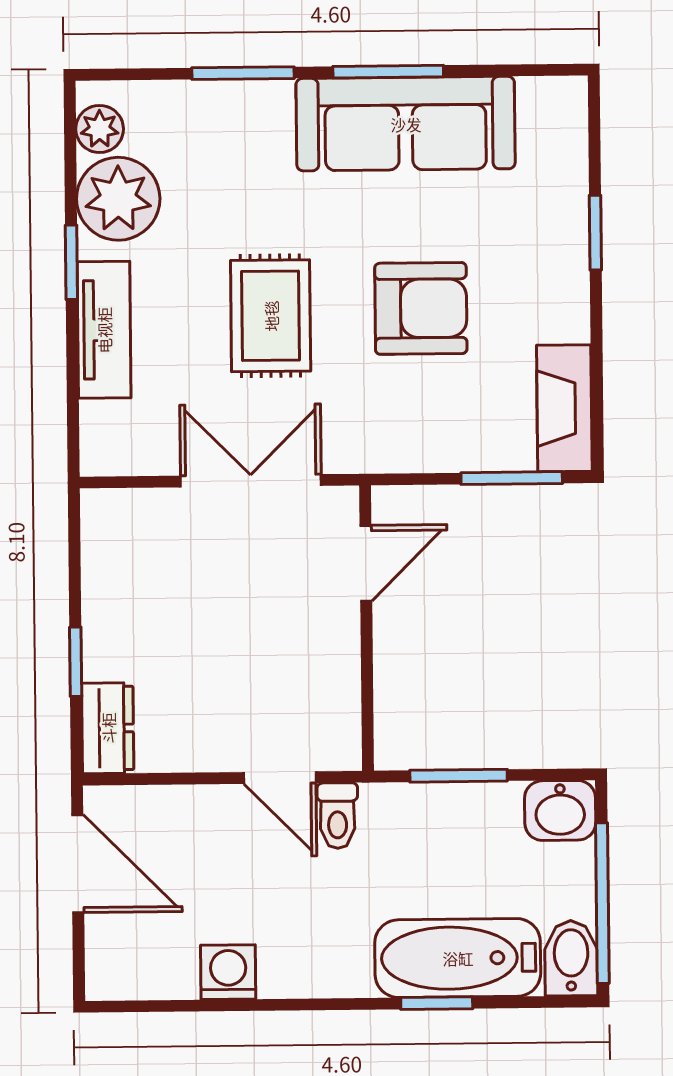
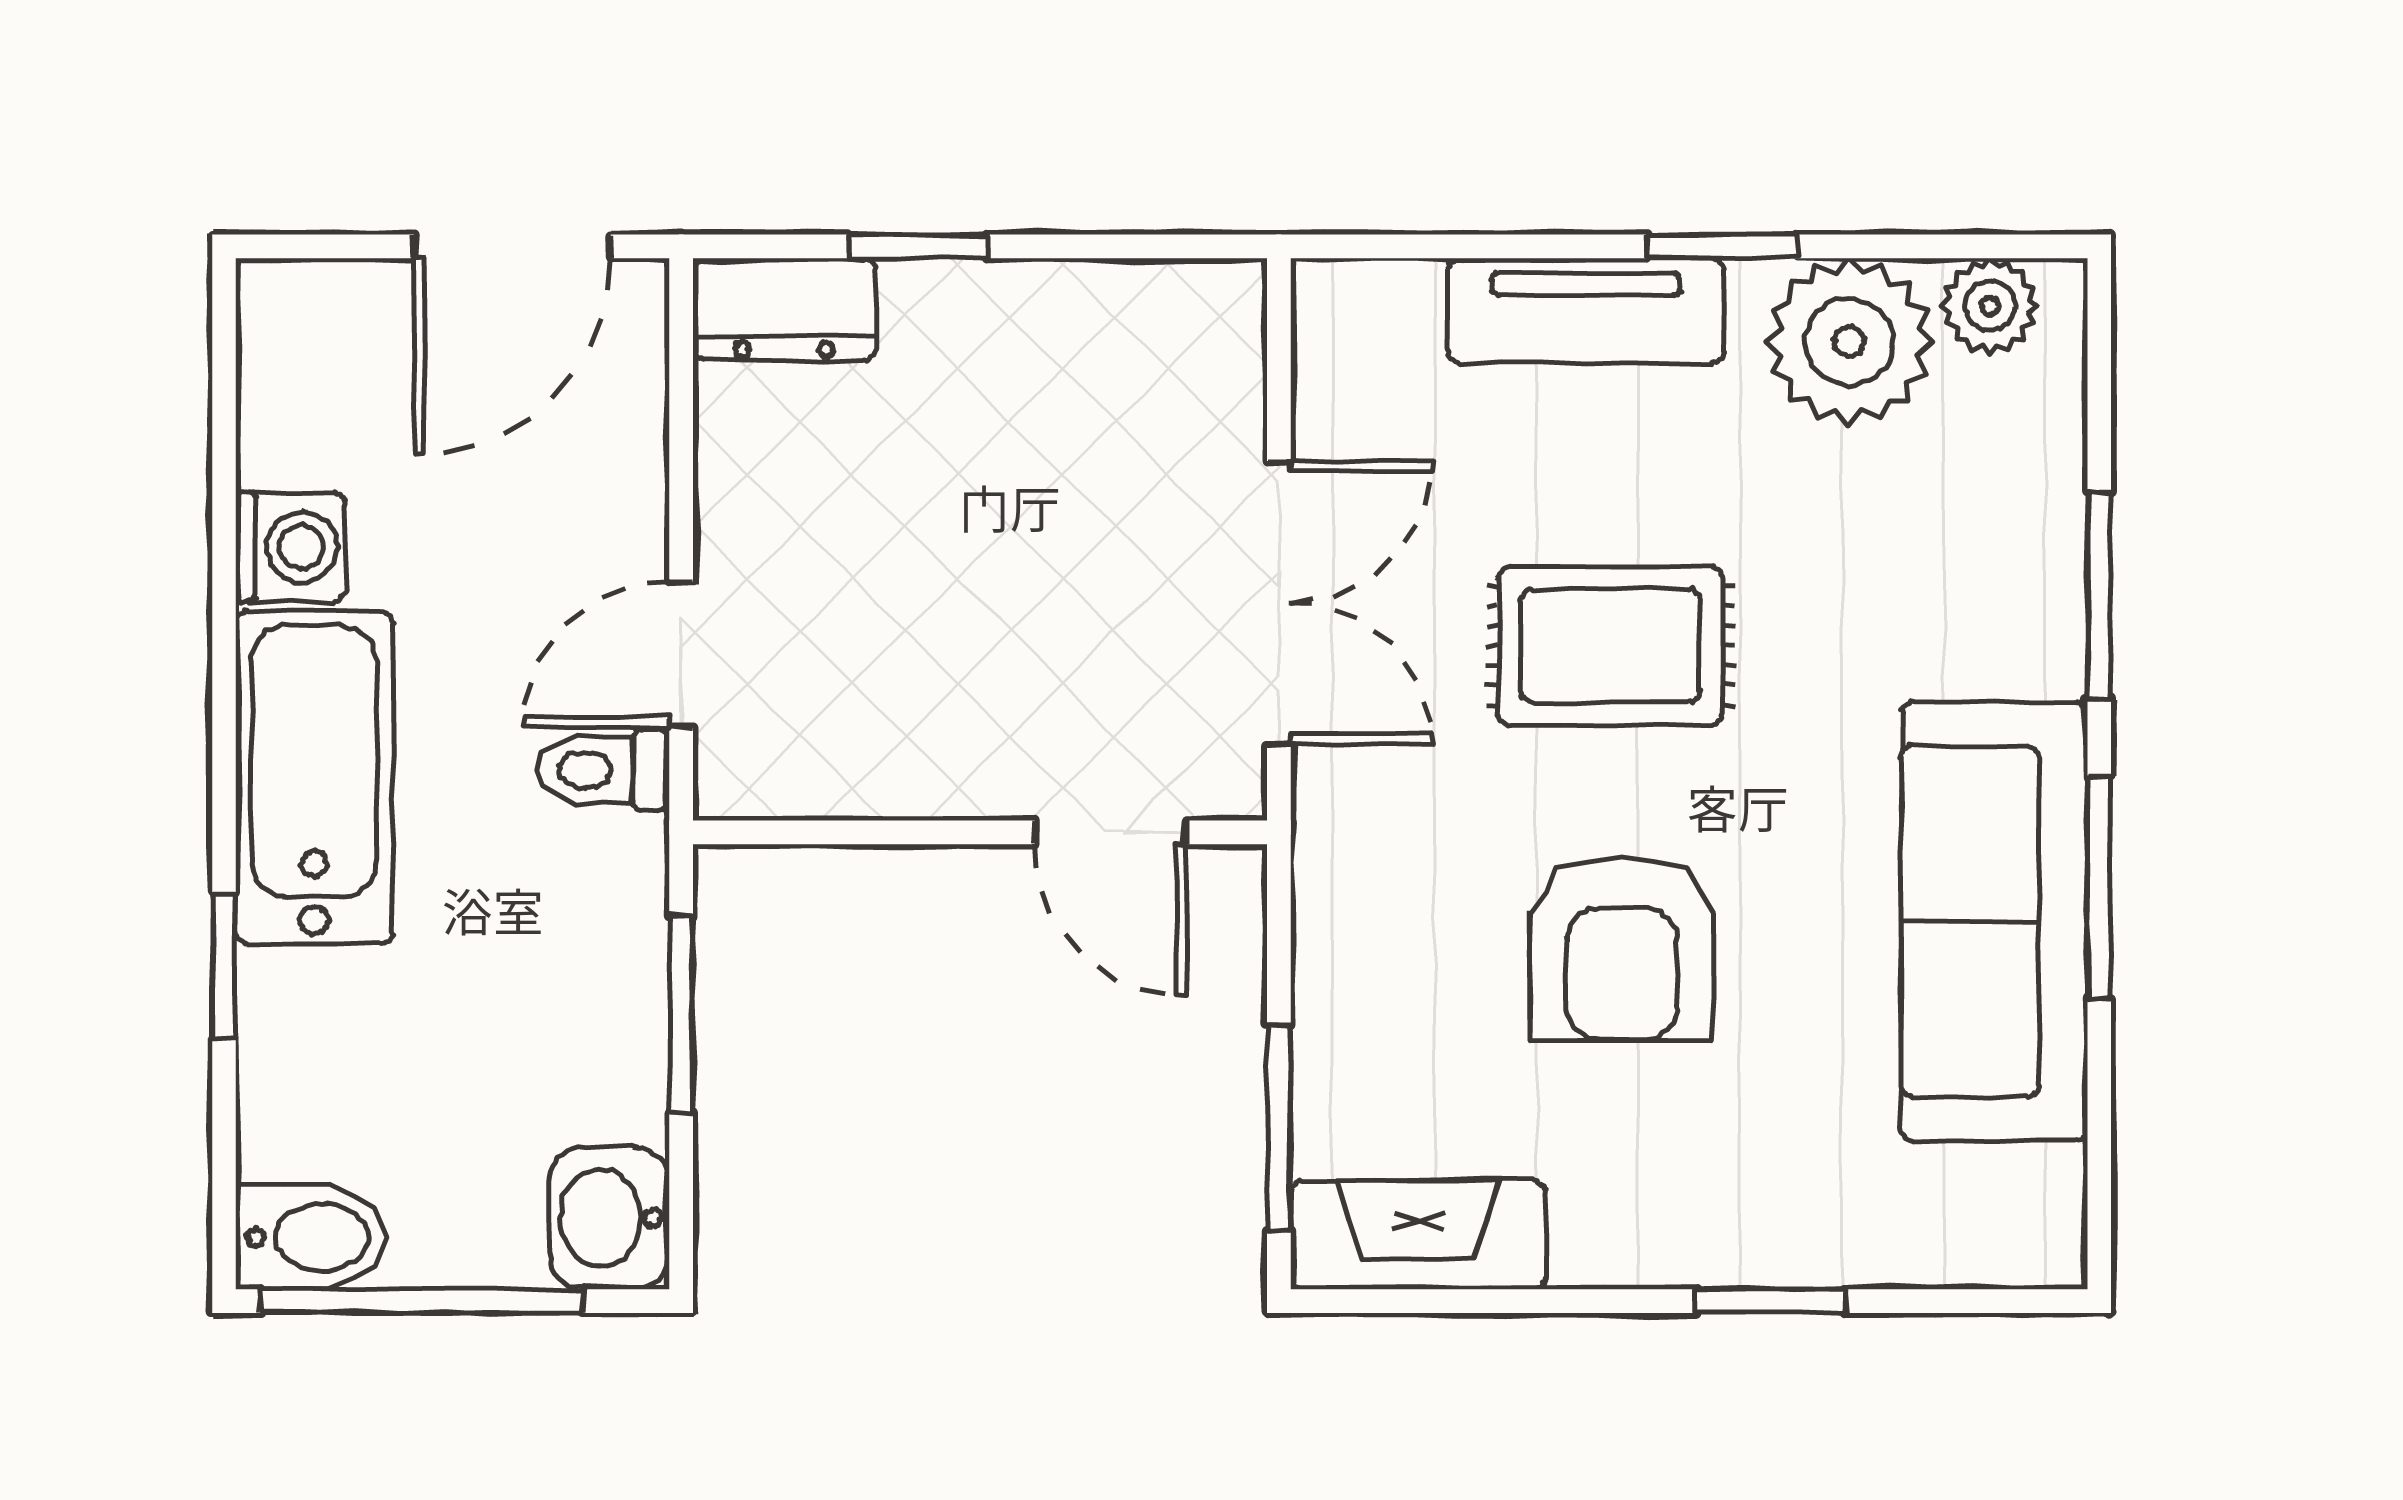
bathtub: (458, 958) -> (314, 777), moved

